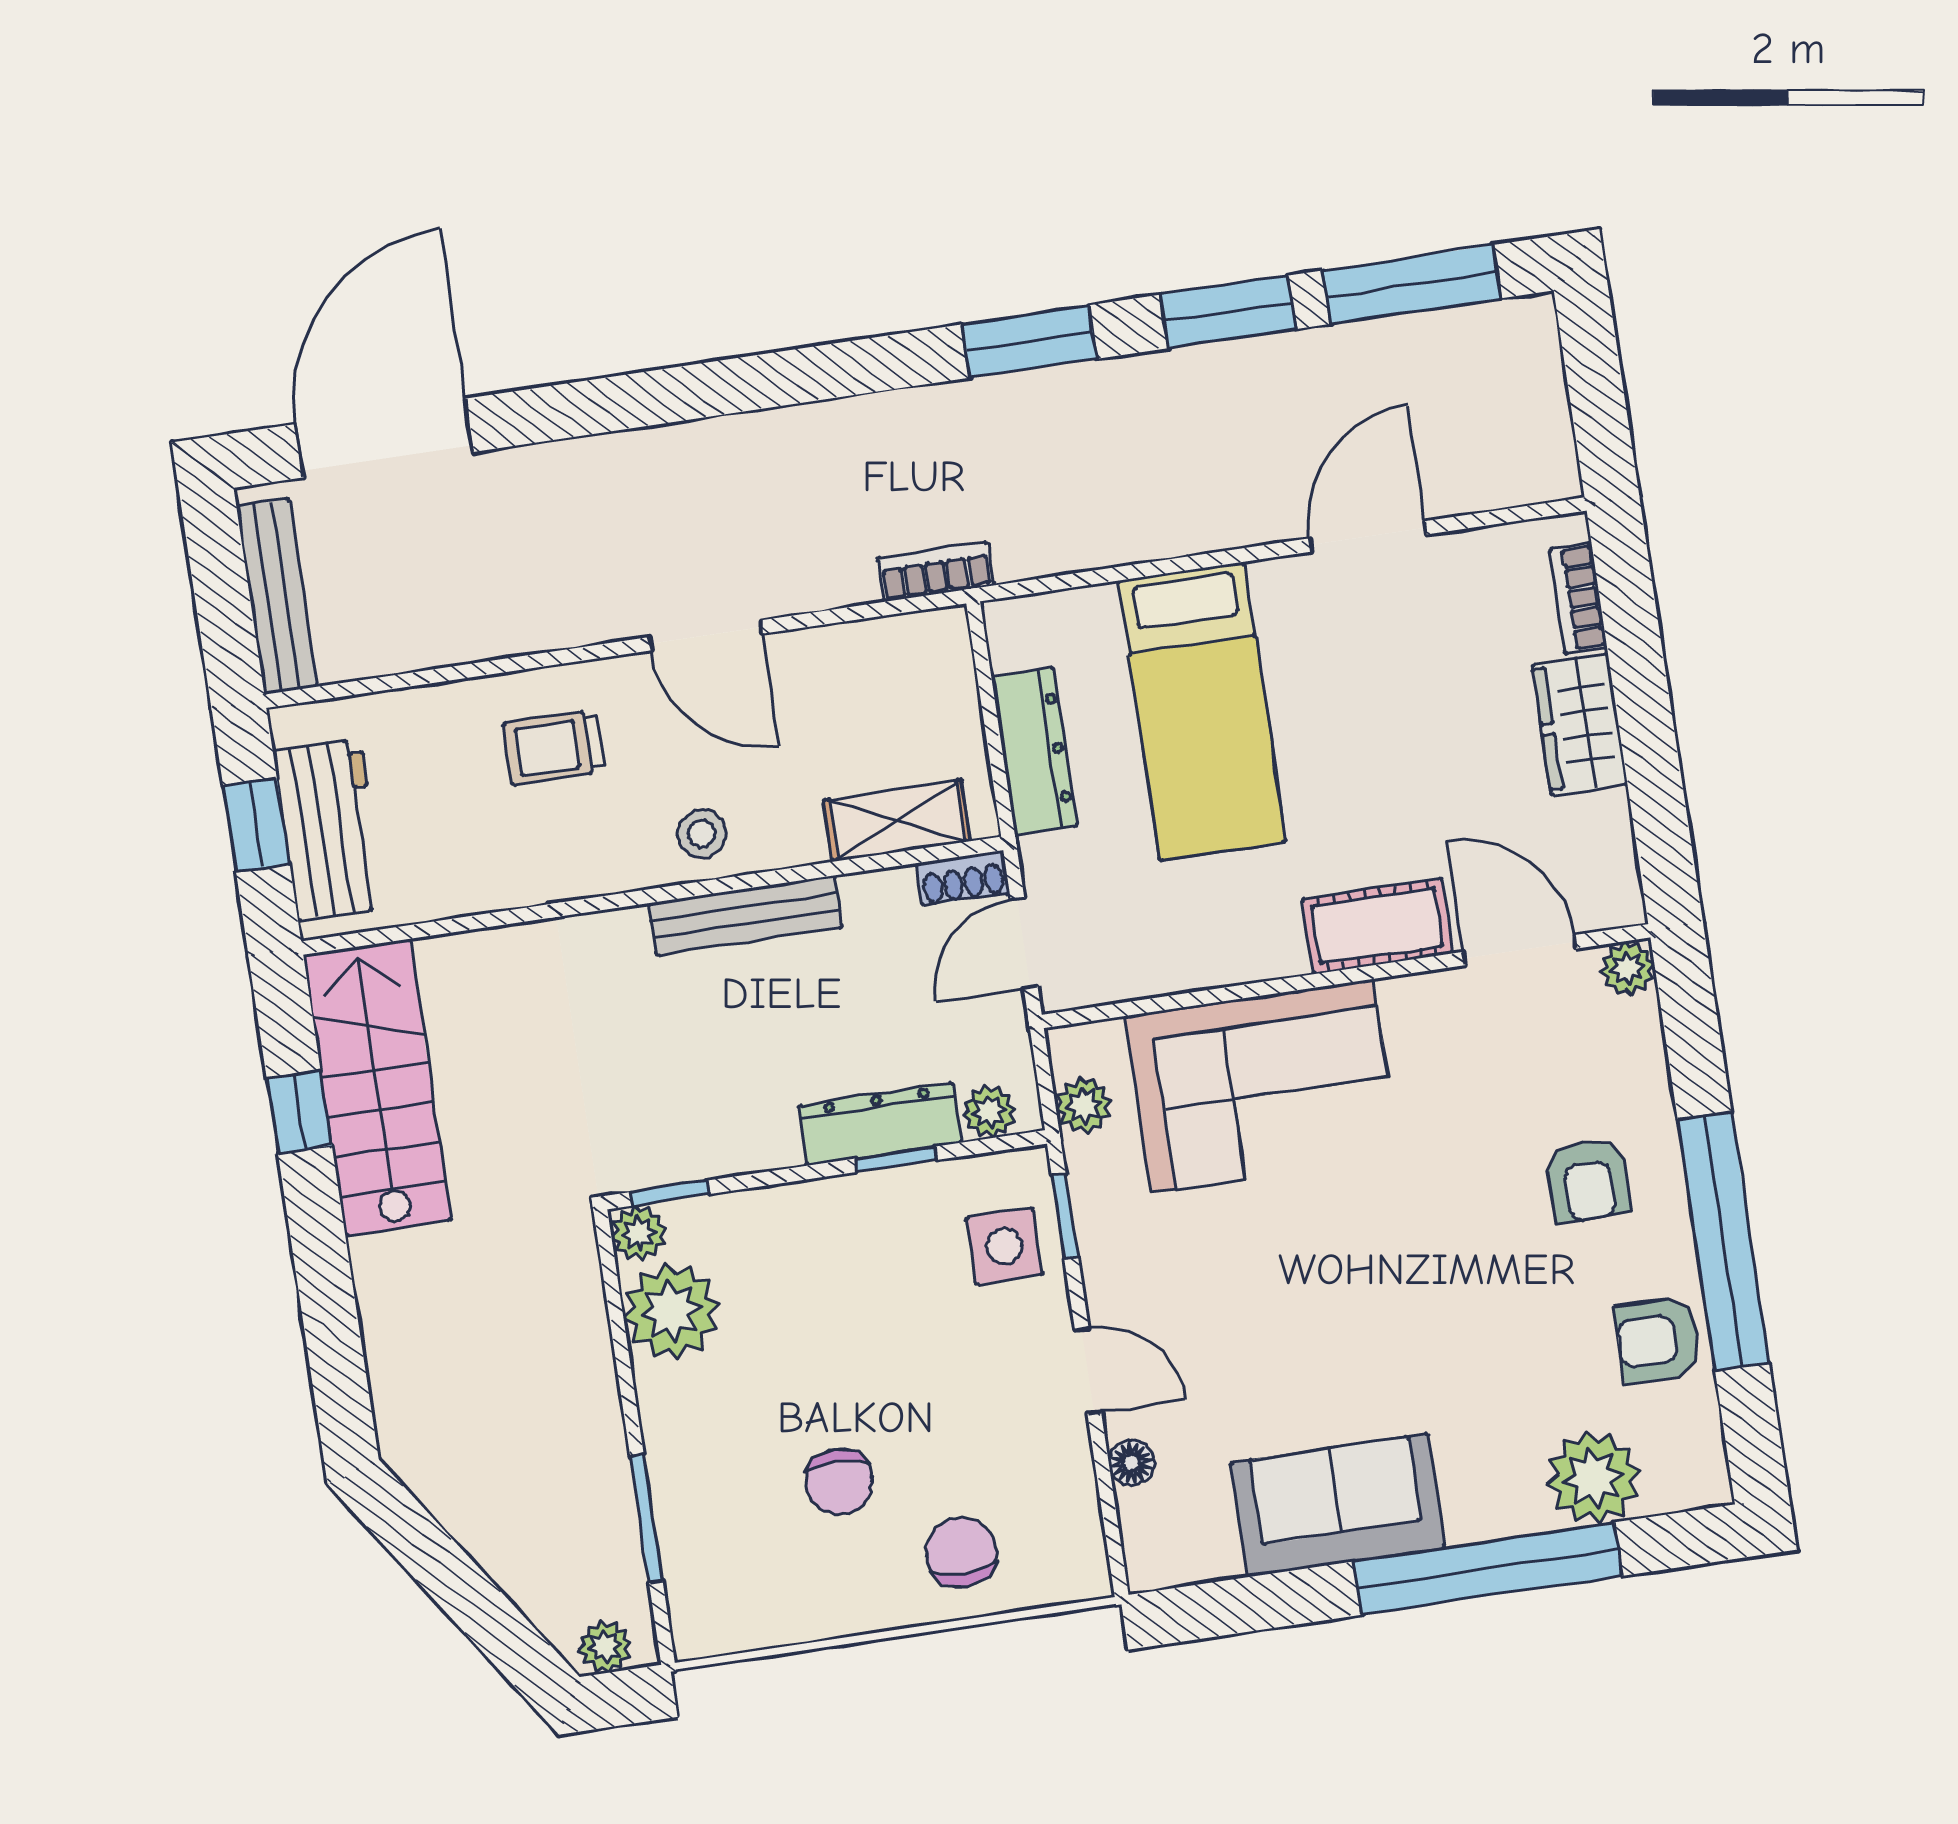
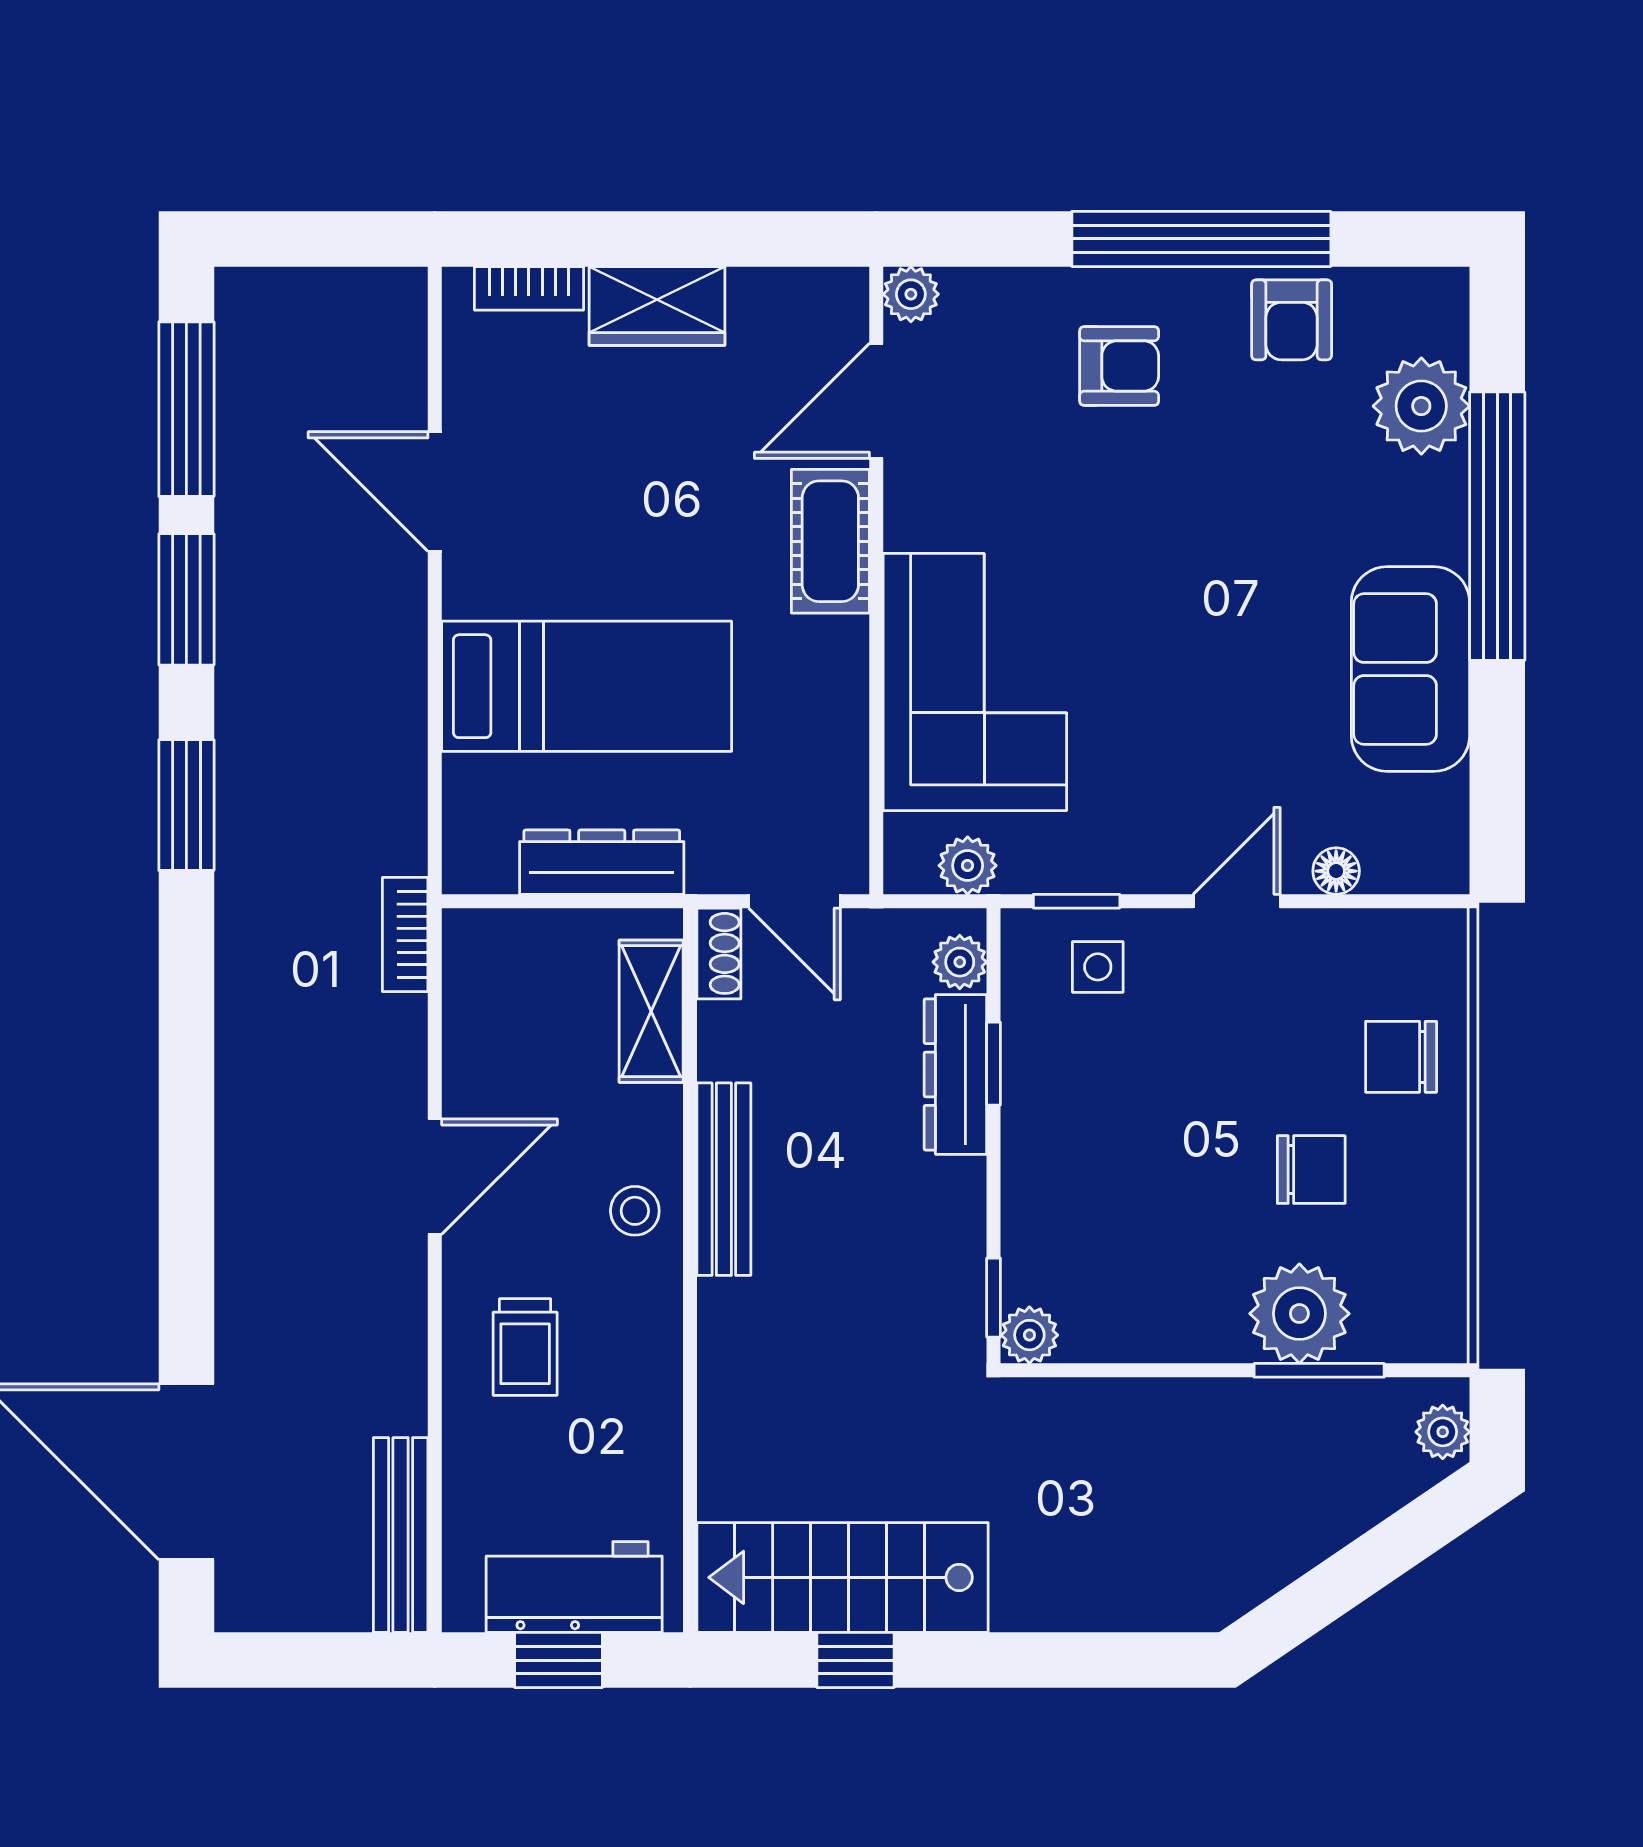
bench: (276, 596) -> (401, 1535), moved, turned 90
side table: (1004, 1246) -> (1098, 967), width x0.73, depth x0.73
plant: (672, 1311) -> (1299, 1314), moved

